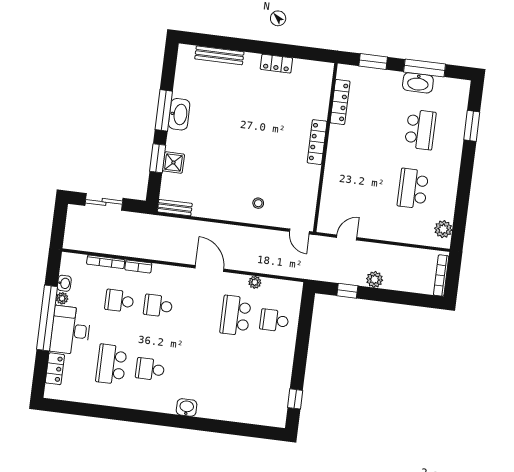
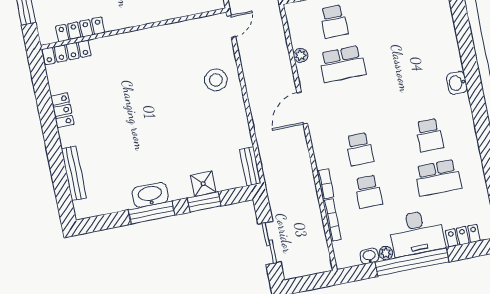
locker: (317, 142) -> (67, 52), moved
stool: (258, 203) -> (216, 80), width x1.89, depth x1.89

